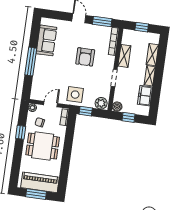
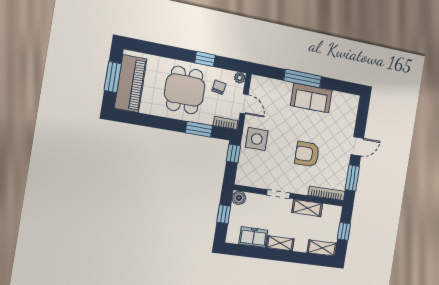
sofa: (46, 40) -> (311, 98), moved
shelving: (152, 55) -> (322, 248), moved
plant: (101, 103) -> (244, 175), removed
window: (69, 136) -> (199, 129), added

